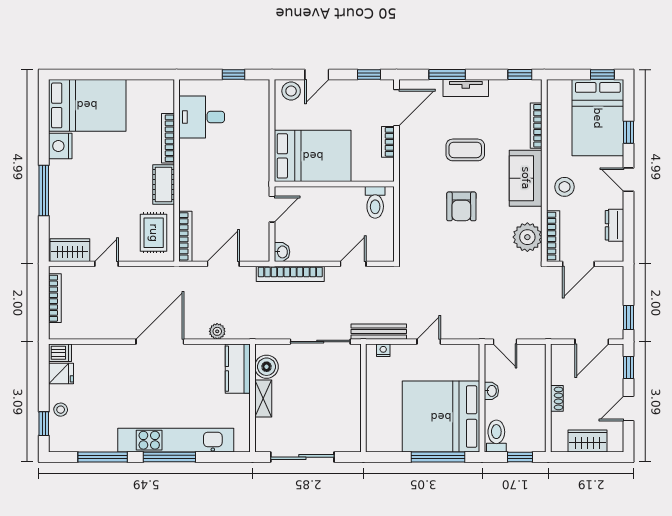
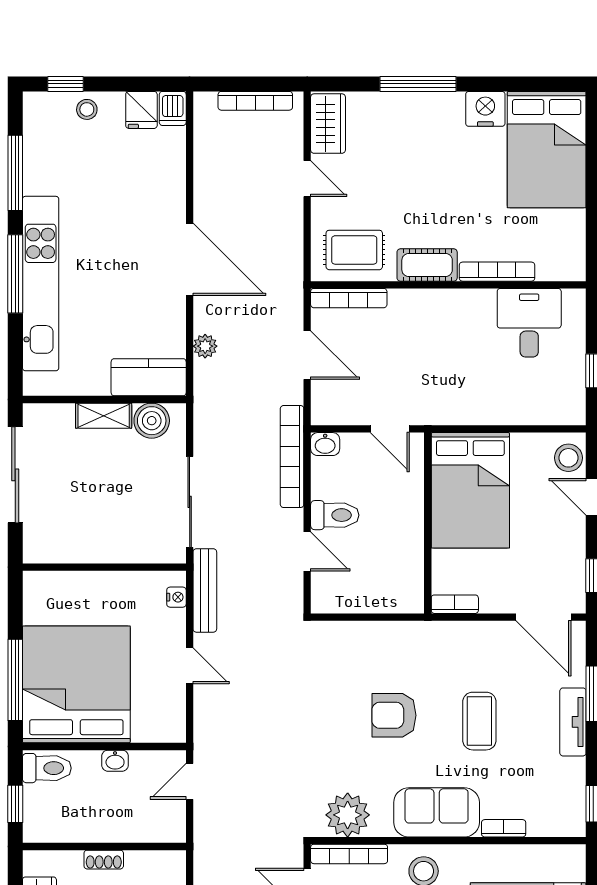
bookcase: (536, 126) -> (504, 828), width x0.64
bookcase: (388, 142) -> (455, 604), moved
toilet: (375, 202) -> (335, 515), moved, turned 180

